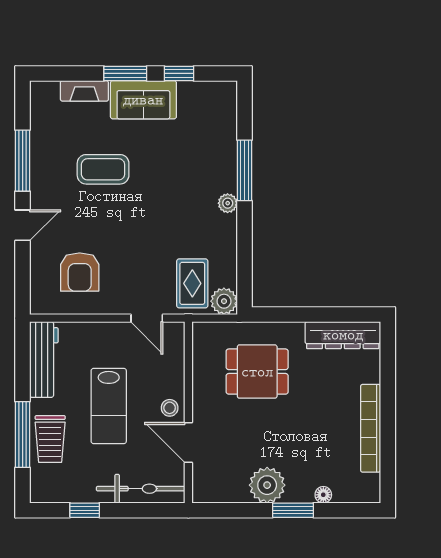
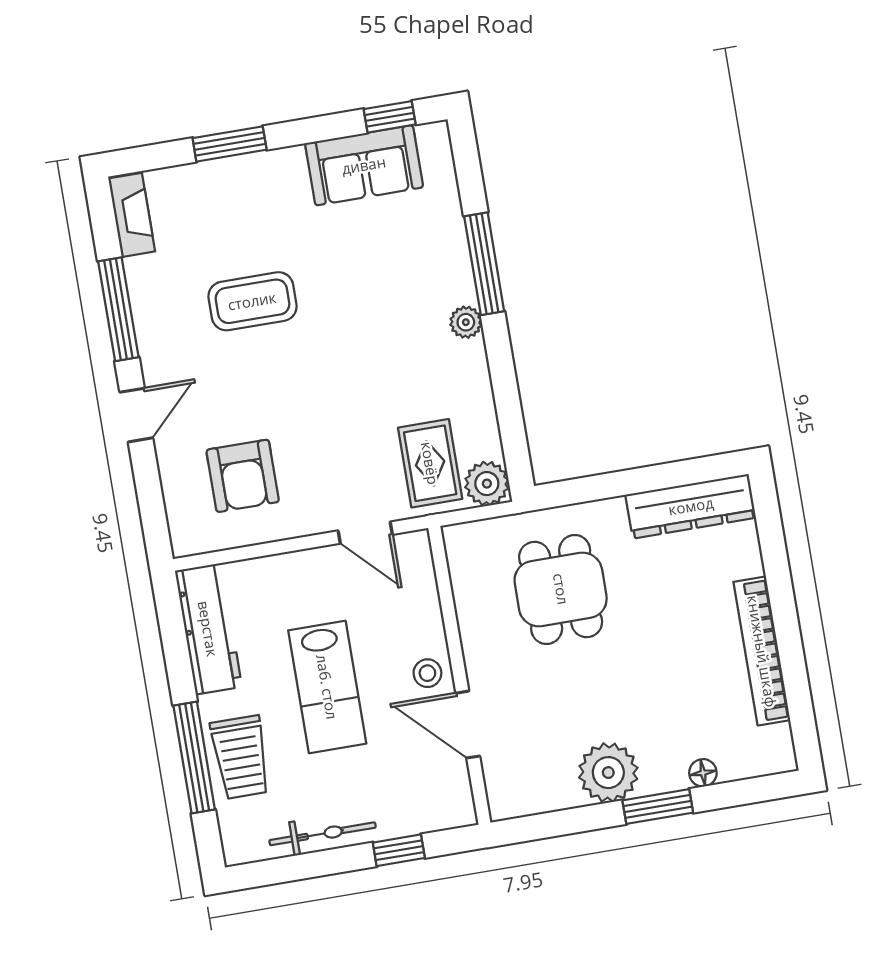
window: (125, 73) -> (230, 144), moved
window: (179, 73) -> (390, 117), moved
fireplace: (84, 91) -> (132, 215), moved, turned -90
sofa: (143, 100) -> (364, 165), moved
dining table: (257, 372) -> (561, 589), turned 90
bicycle: (141, 489) -> (323, 834), moved, width x0.73, depth x0.71
window: (85, 510) -> (399, 850), moved

